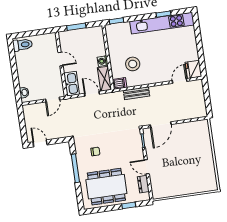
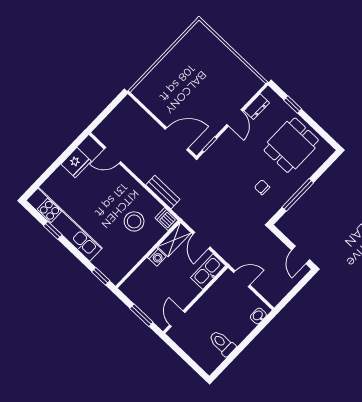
toilet: (23, 45) -> (222, 343), moved
door: (61, 59) -> (177, 319), moved
fridge: (193, 69) -> (76, 163), moved
dining table: (106, 187) -> (291, 145), width x0.73

